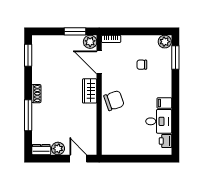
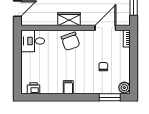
plant: (90, 42) -> (124, 19), removed
wardrobe: (90, 91) -> (69, 19), moved
desk: (159, 121) -> (33, 41), moved, turned 90

